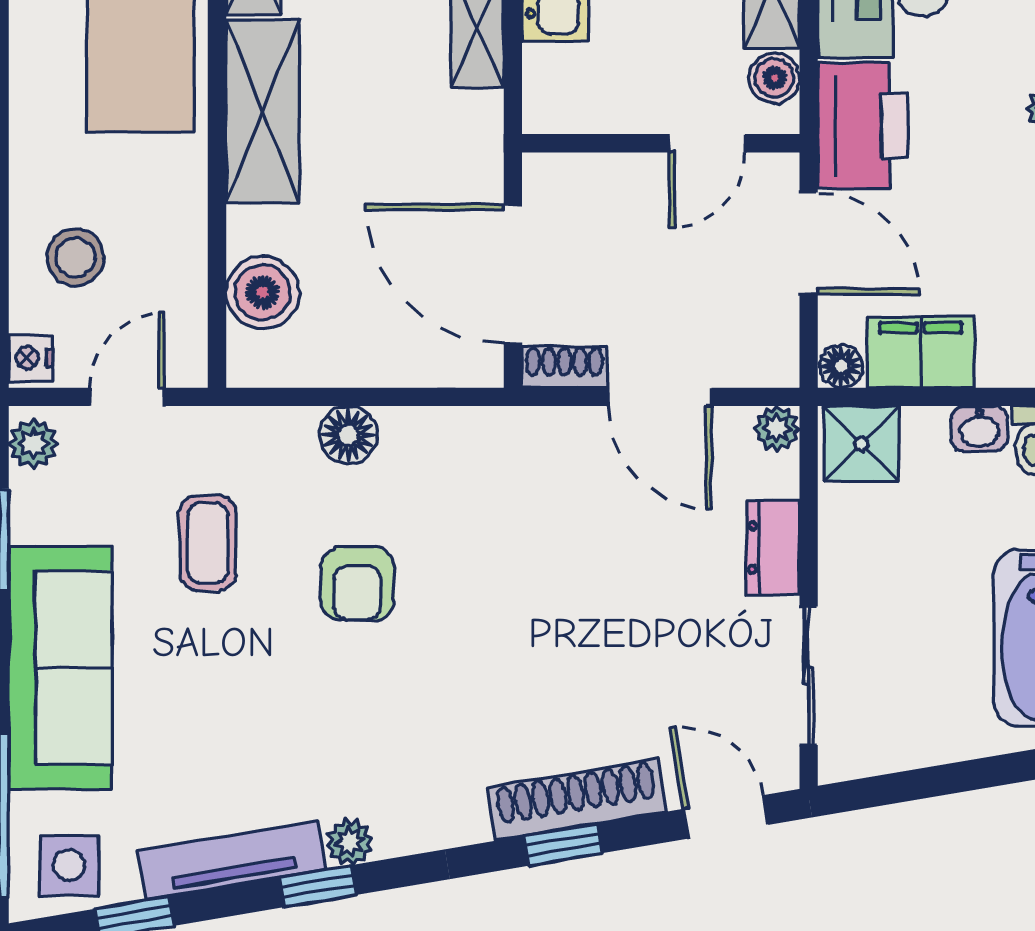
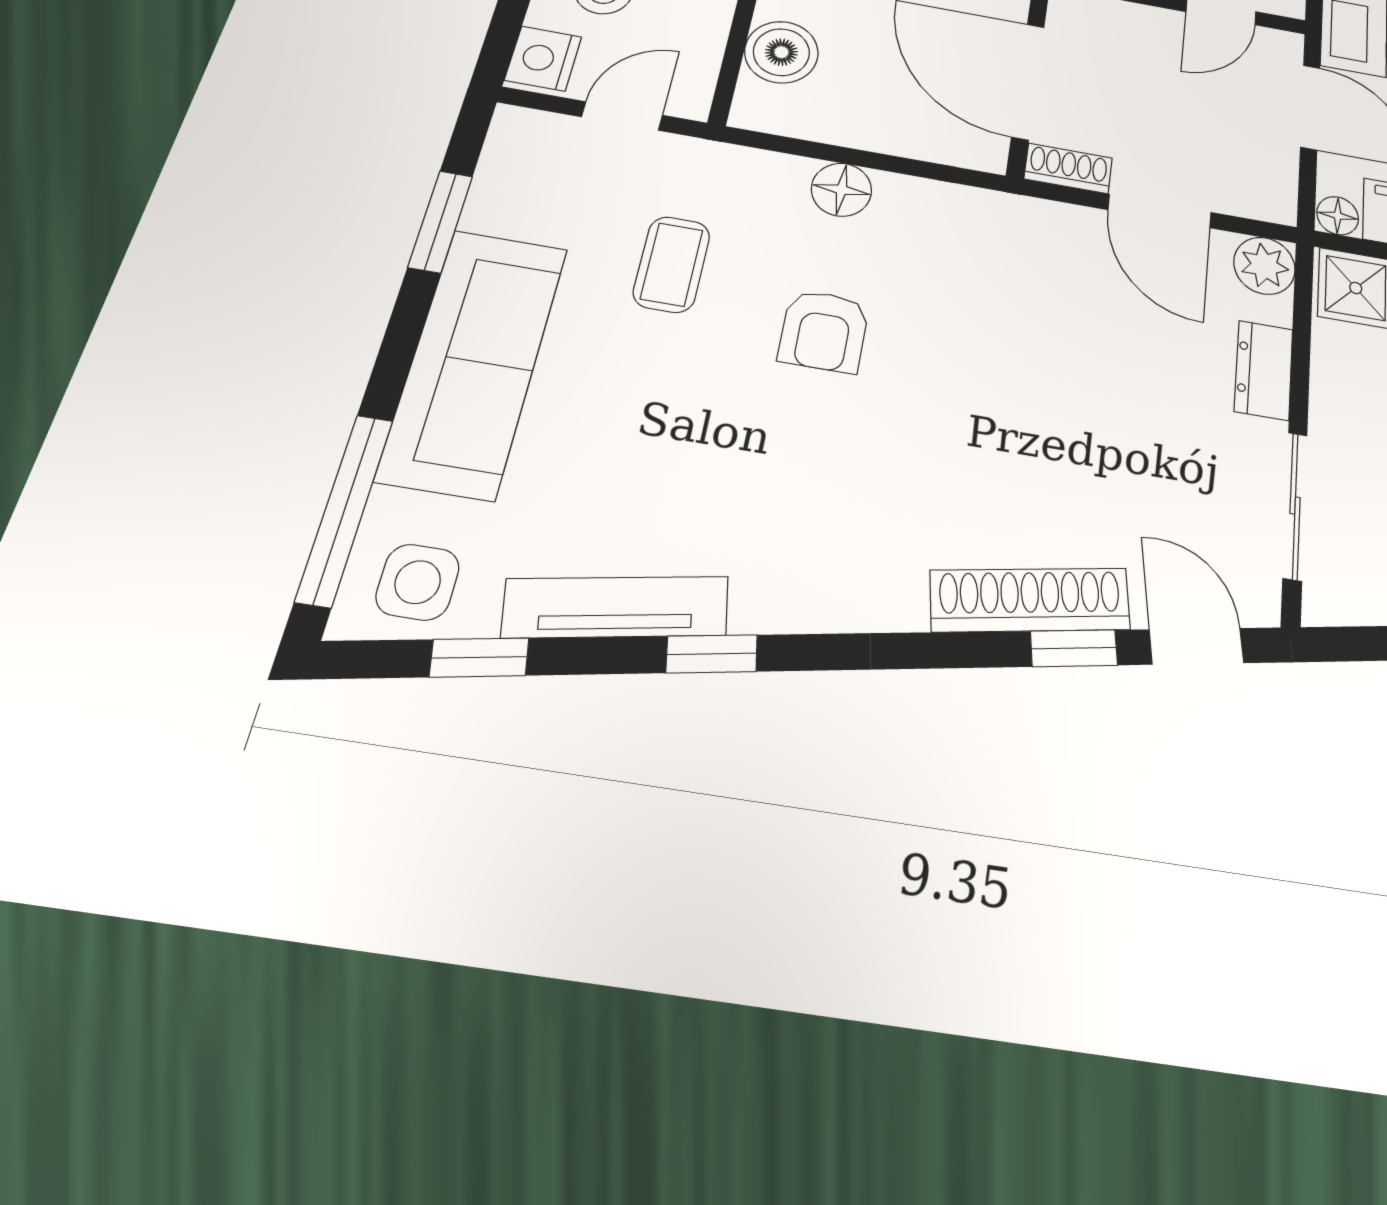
nightstand: (31, 358) -> (543, 59), width x1.39, depth x1.35
plant: (777, 428) -> (1264, 266), width x1.38, depth x1.38
plant: (33, 443) -> (512, 140), removed
plant: (350, 842) -> (760, 607), removed
window: (563, 844) -> (1074, 648), moved

